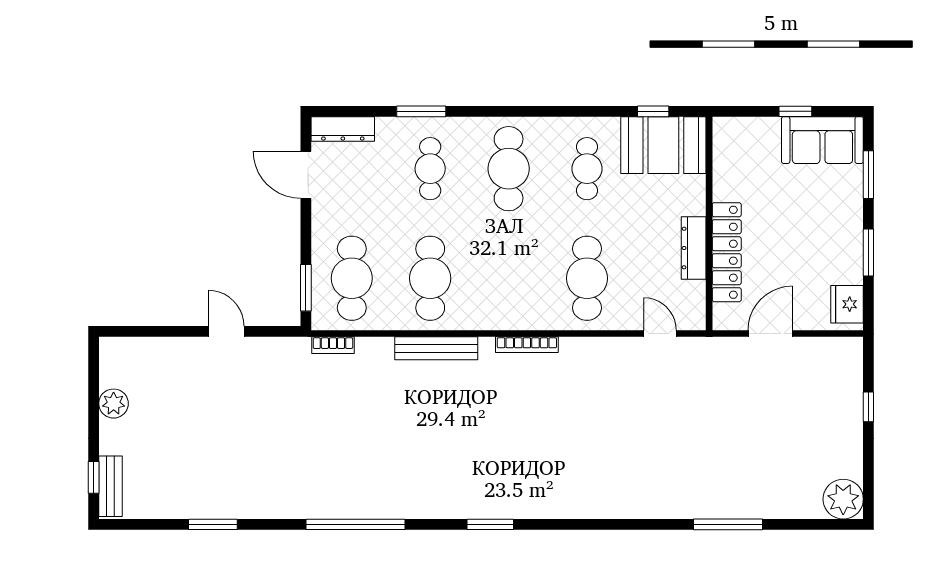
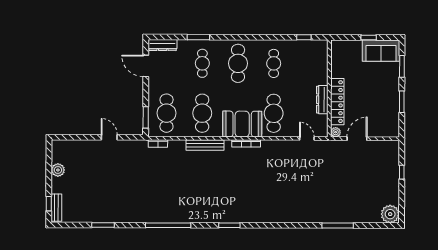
booth: (663, 145) -> (242, 124), moved
fridge: (847, 304) -> (392, 125), removed
plant: (723, 320) -> (336, 132), added

